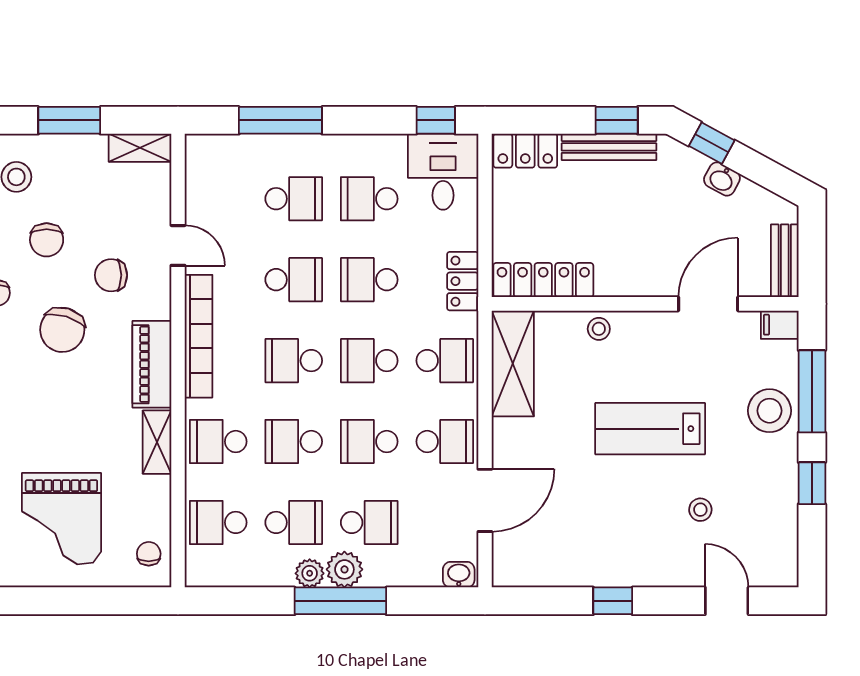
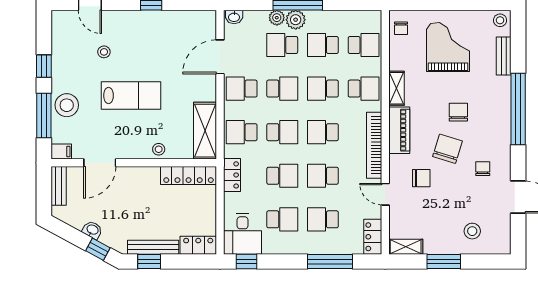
locker: (201, 166) -> (373, 237), added
chair: (47, 240) -> (458, 112), moved
school desk: (294, 361) -> (323, 132), turned 180
school desk: (294, 442) -> (323, 89), turned 180
plant: (310, 573) -> (277, 18), moved

